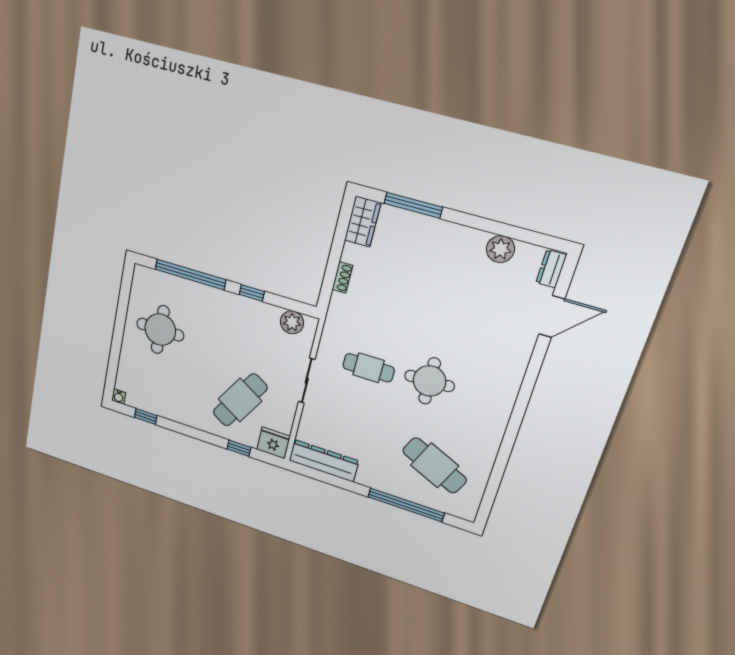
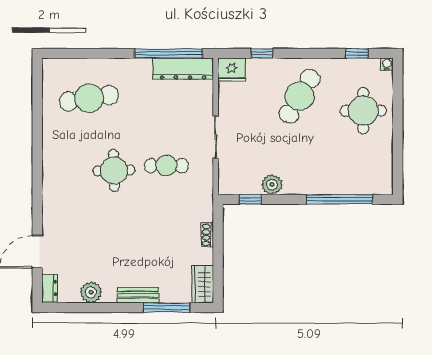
bench: (444, 230) -> (138, 295), added
window: (252, 293) -> (250, 199), moved
plant: (292, 322) -> (272, 185), moved
round table: (160, 330) -> (363, 111), moved
cafe table: (240, 400) -> (300, 96), moved
cafe table: (435, 465) -> (89, 98), turned -33
window: (406, 505) -> (169, 53), moved

